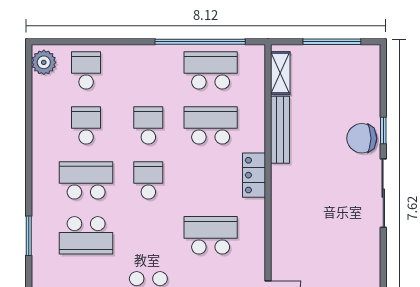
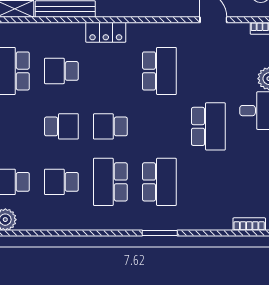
school desk: (148, 125) -> (61, 126), turned 180
school desk: (211, 125) -> (61, 71), width x0.54
school desk: (211, 235) -> (159, 71), turned 180

